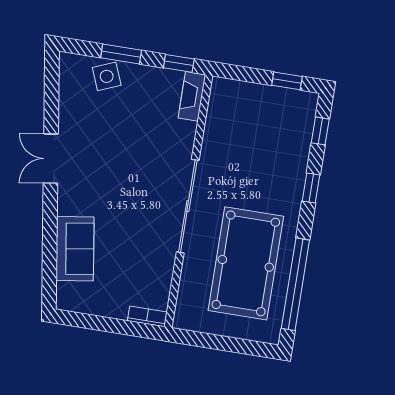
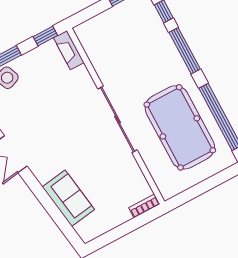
window: (311, 188) -> (185, 51), width x2.17

